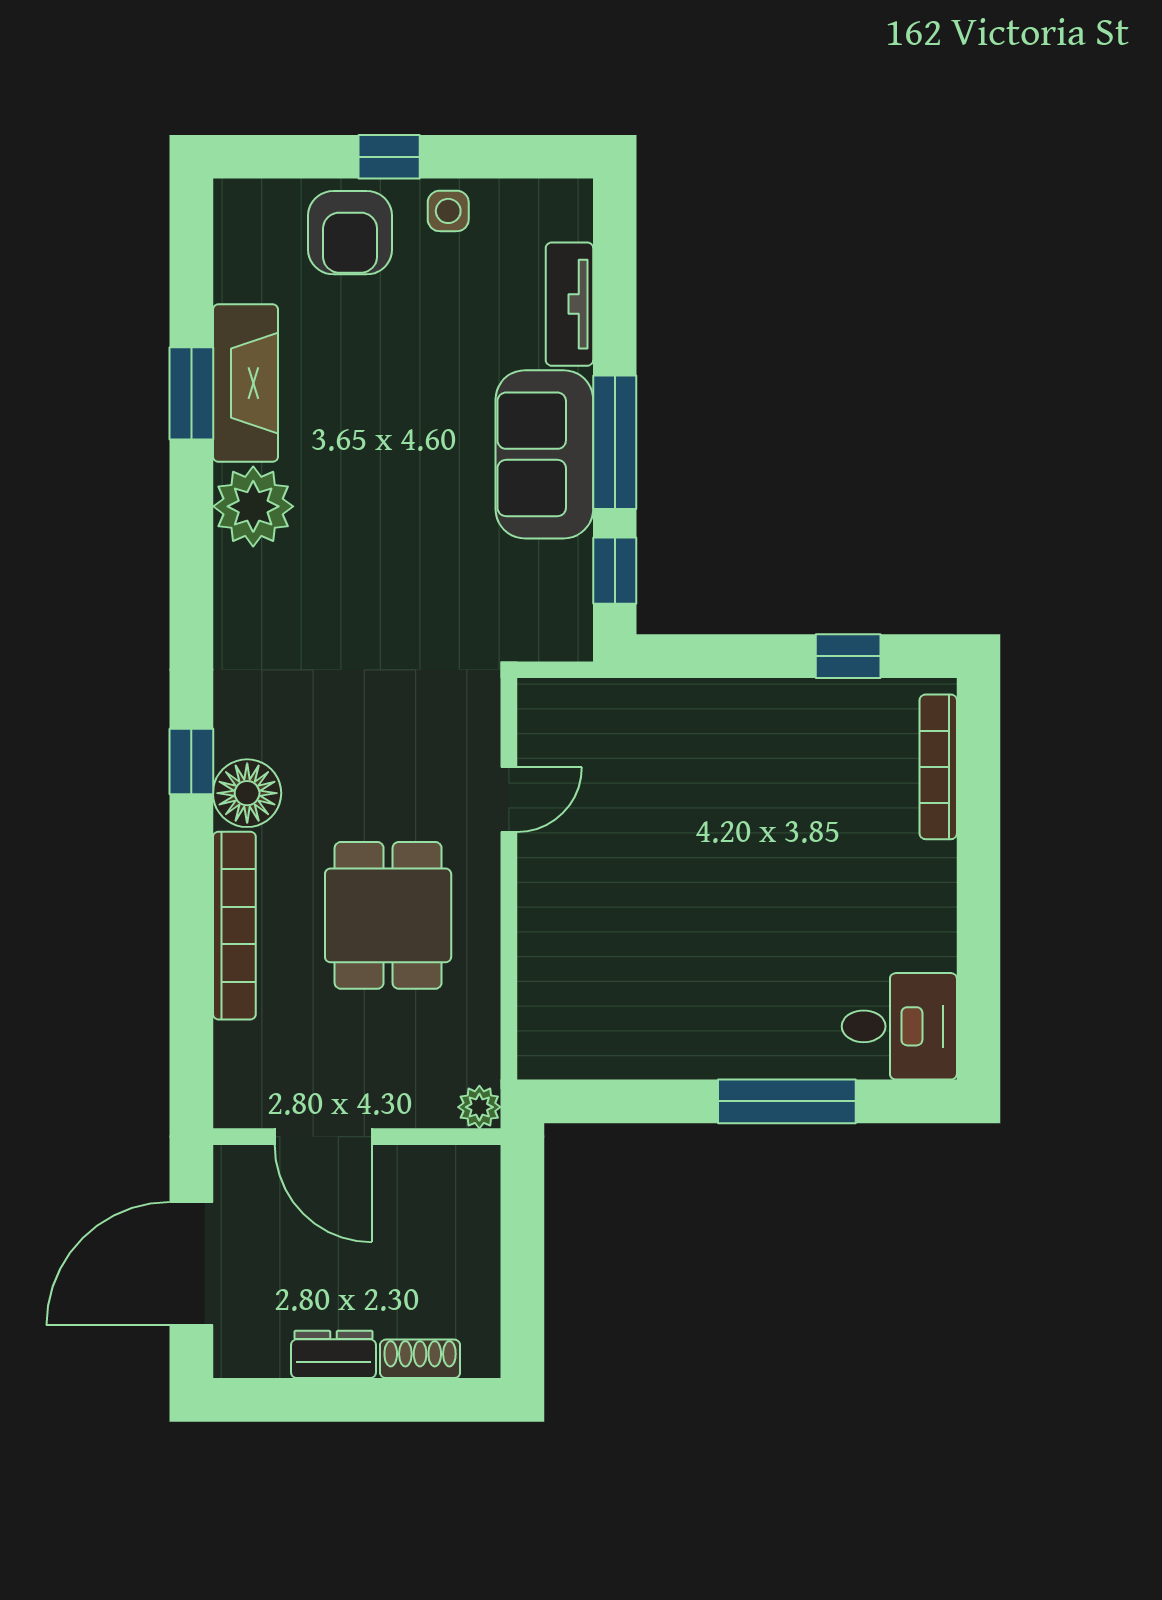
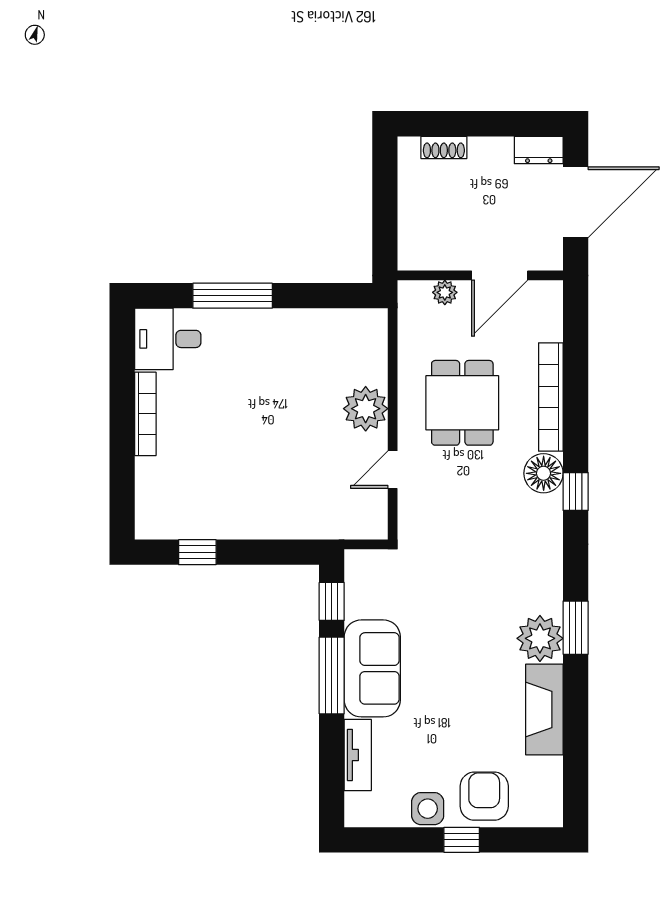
side table: (448, 211) -> (428, 809), width x1.37, depth x1.37
window: (191, 393) -> (576, 628), moved
bookcase: (938, 767) -> (145, 414), moved
plant: (556, 905) -> (366, 409), added
plant: (479, 1107) -> (445, 292), moved
door: (323, 1137) -> (500, 275), swing flipped
dresser: (334, 1354) -> (539, 150), moved

